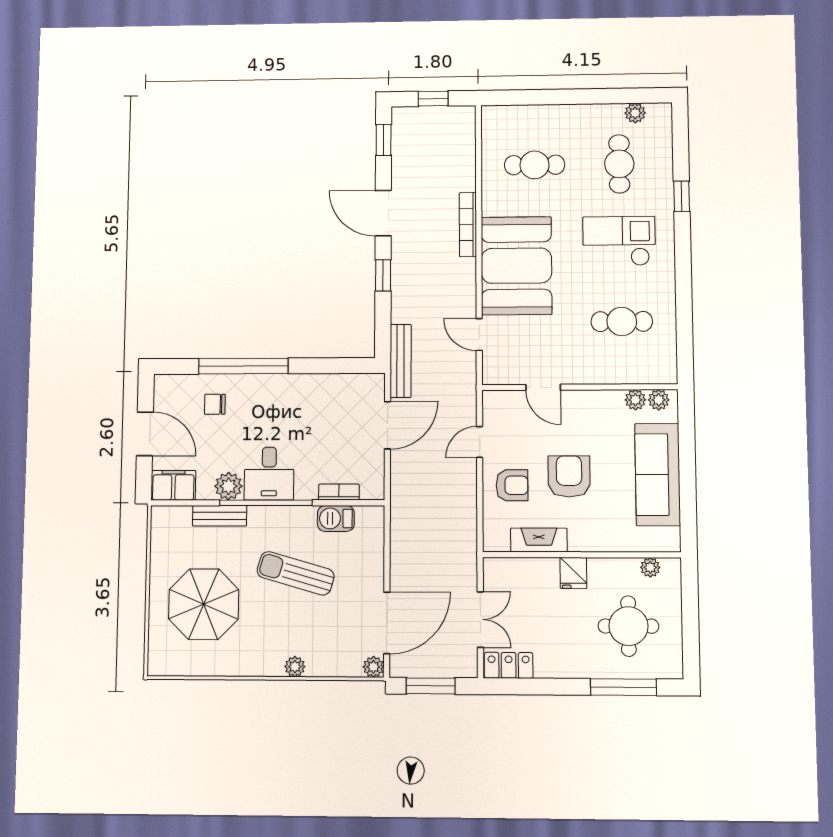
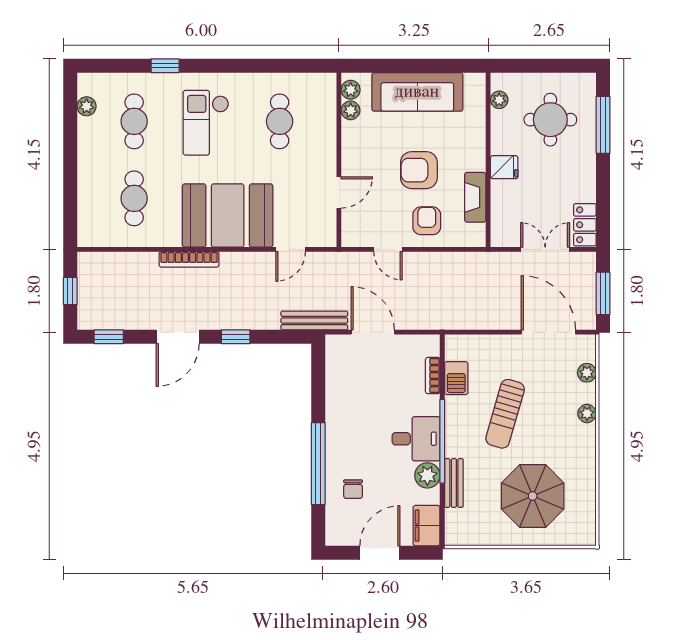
cafe table: (619, 164) -> (134, 121), turned 90
plant: (373, 667) -> (587, 373), moved

